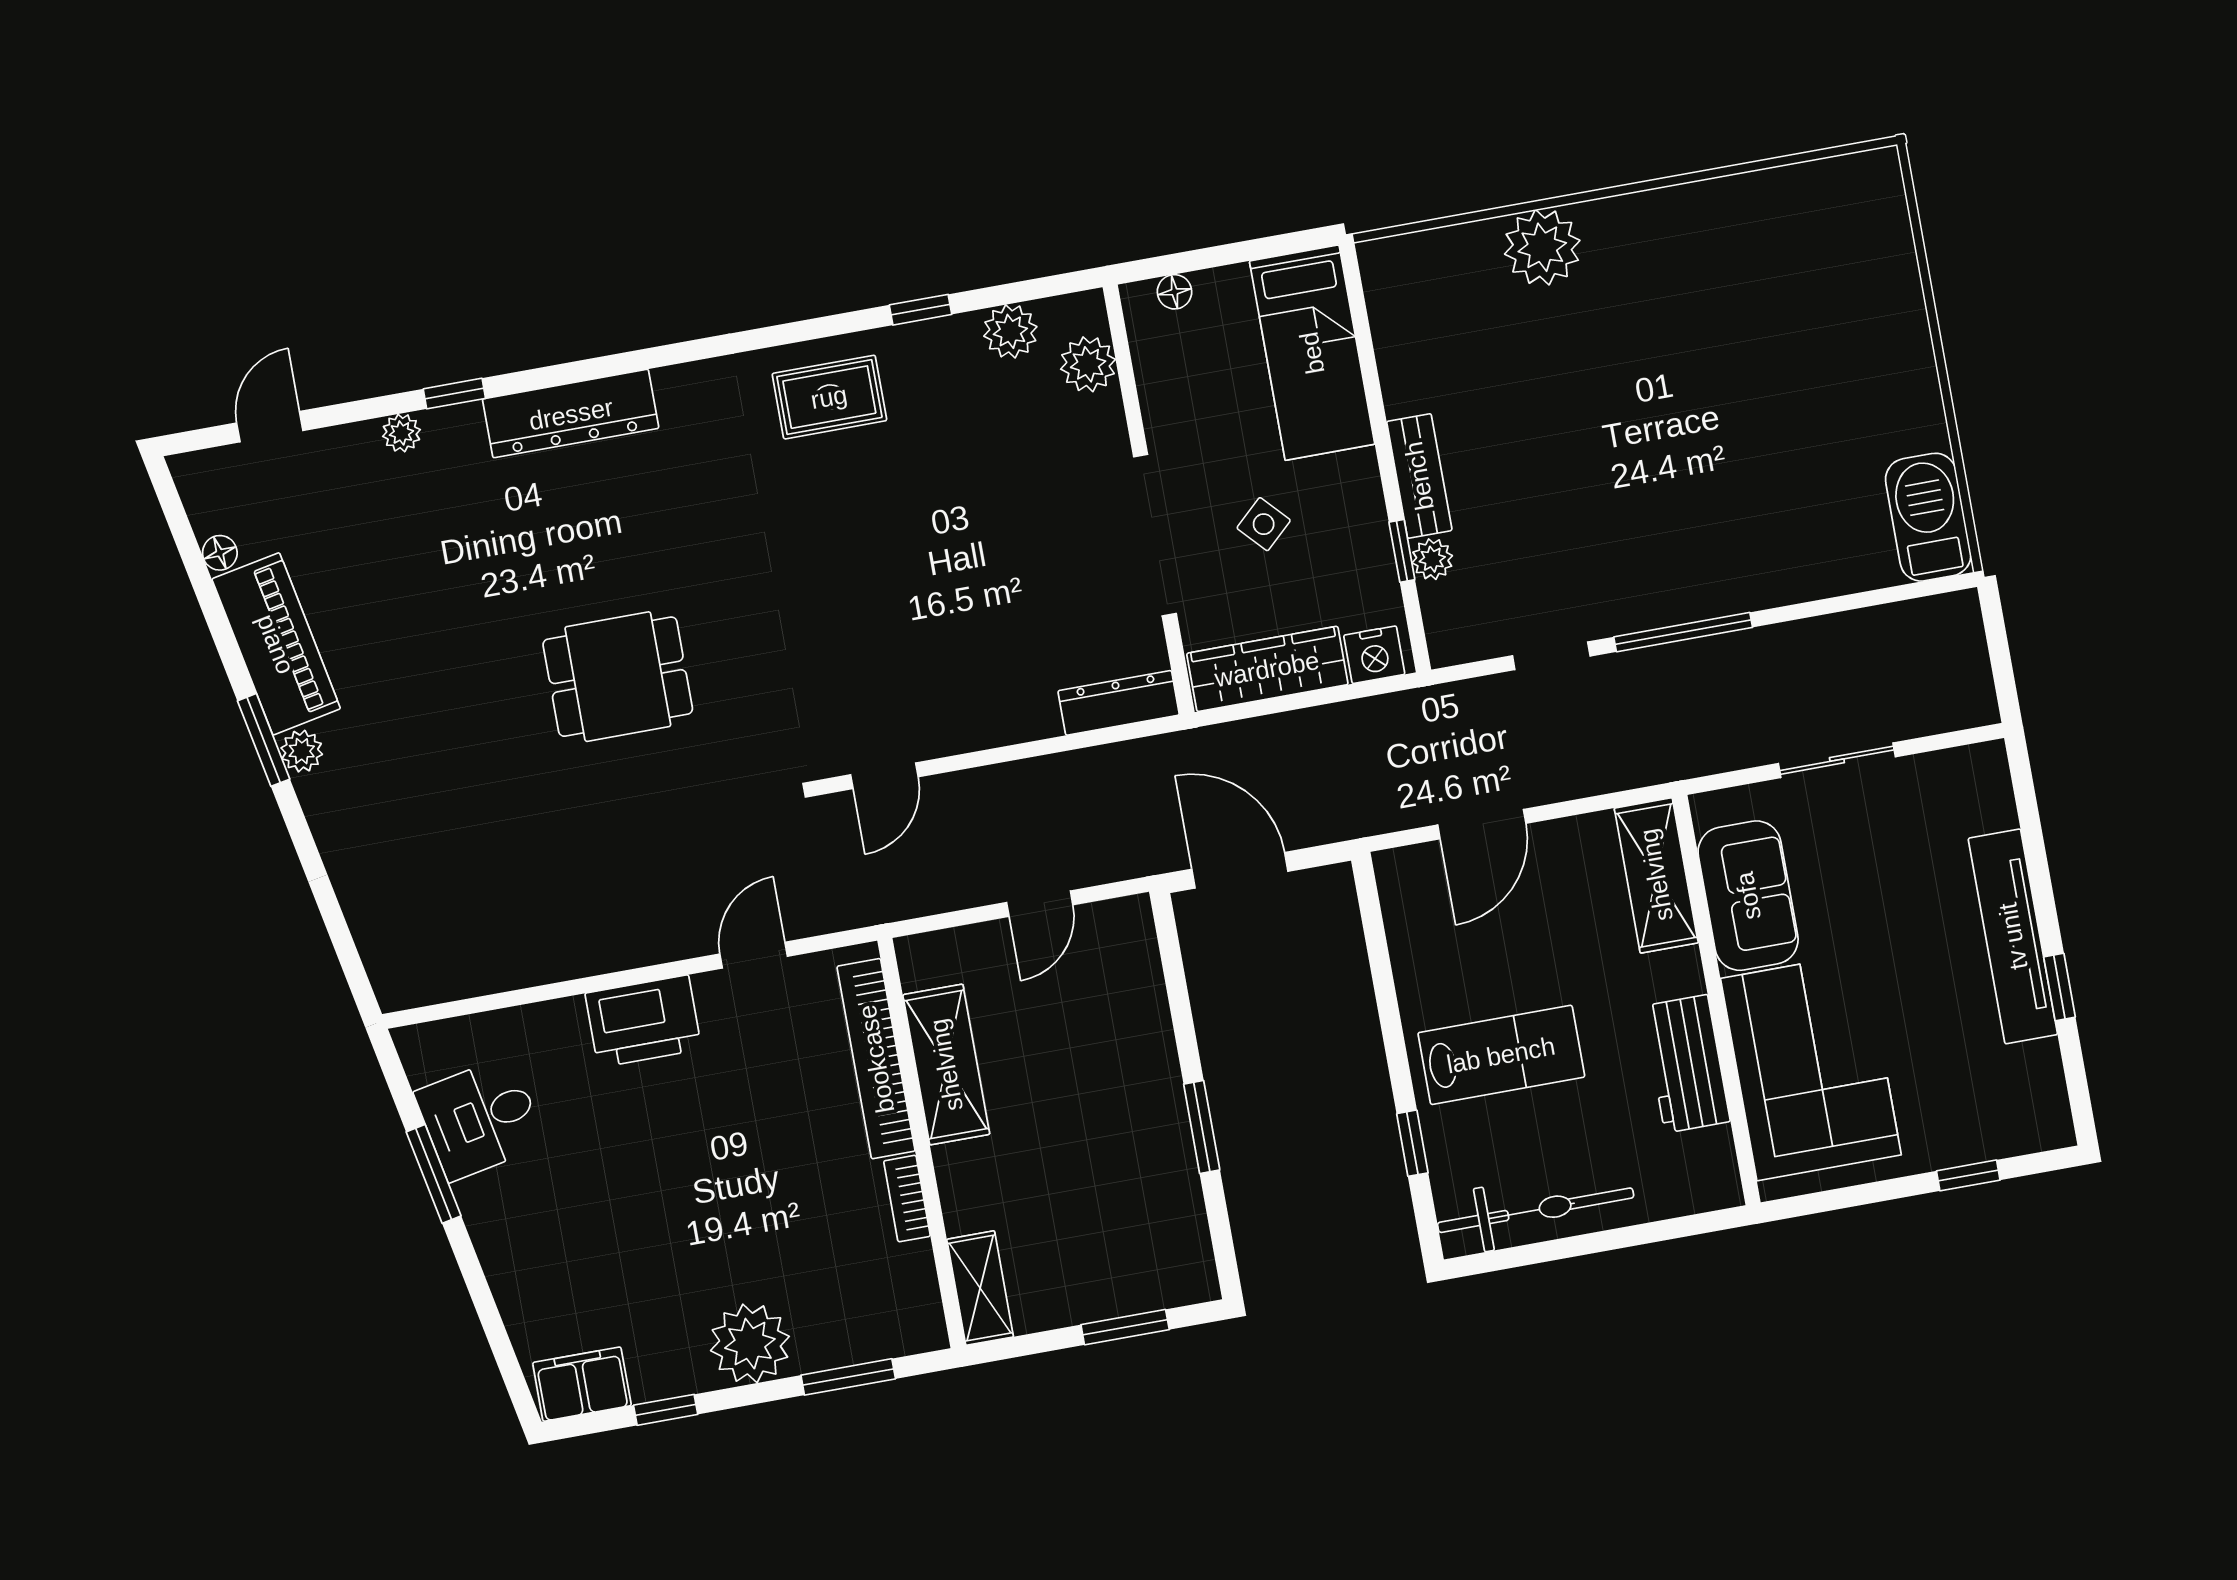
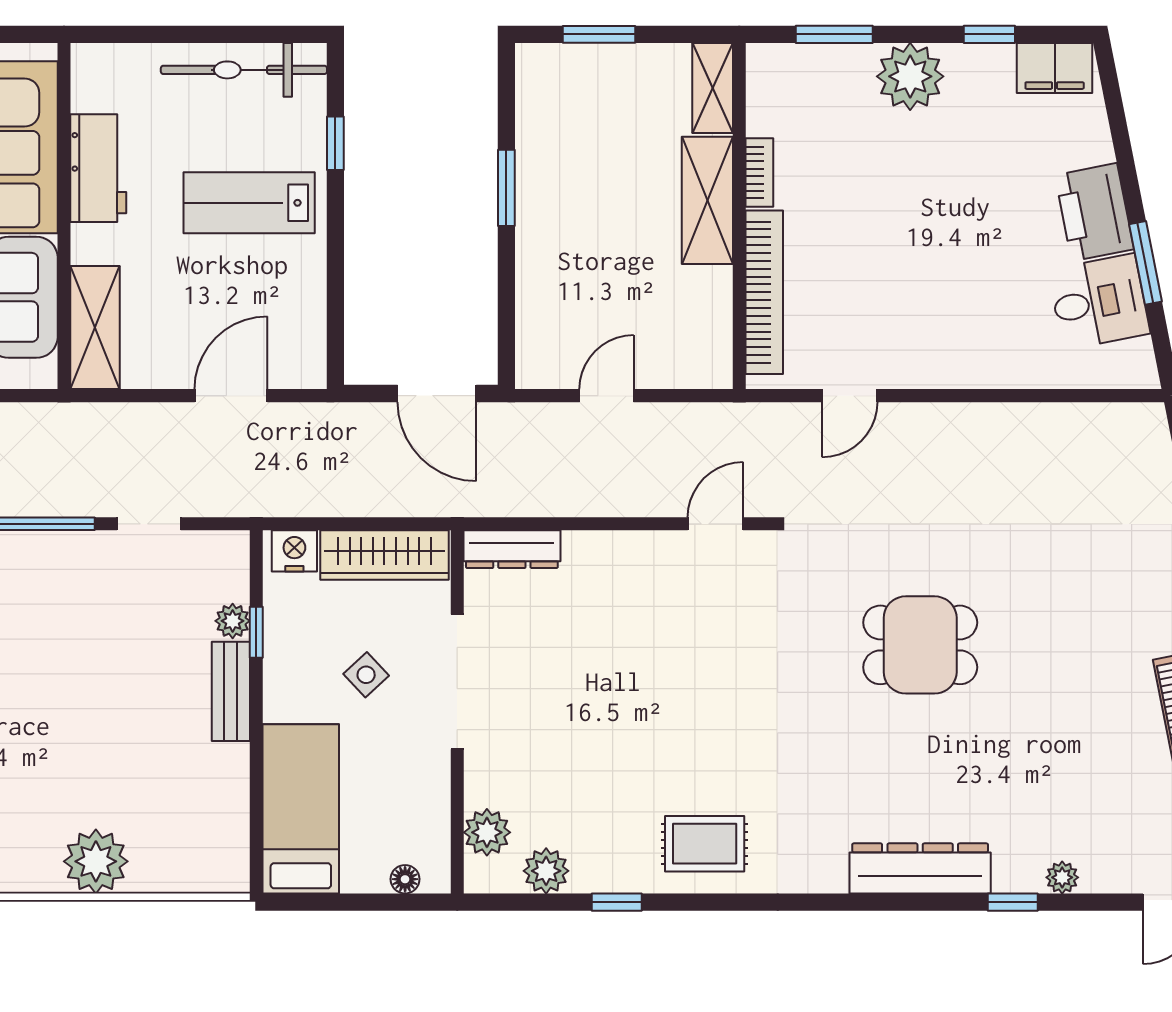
printer: (643, 1021) -> (1094, 212), moved, turned -101
shelving: (946, 1065) -> (707, 200), moved

